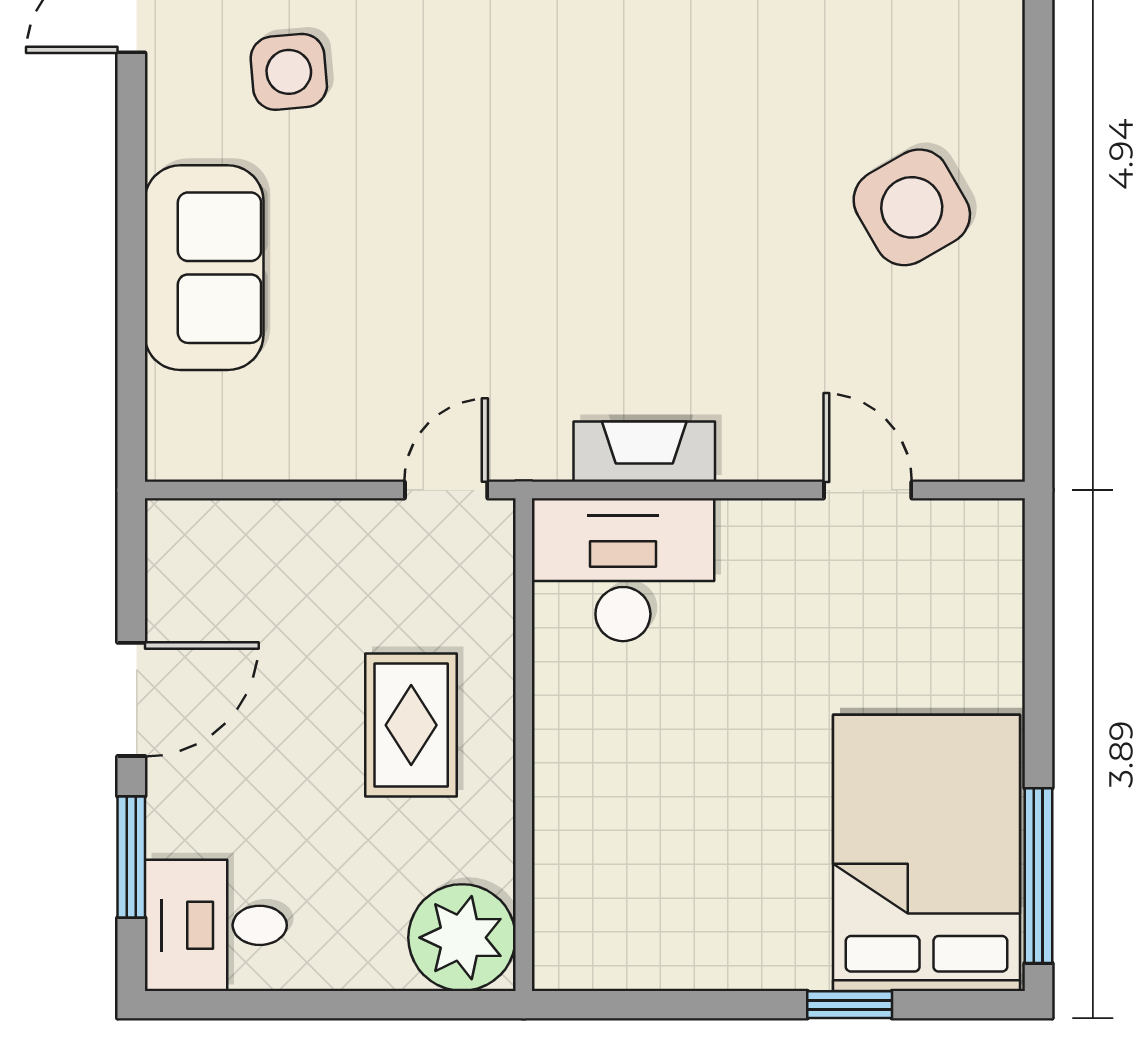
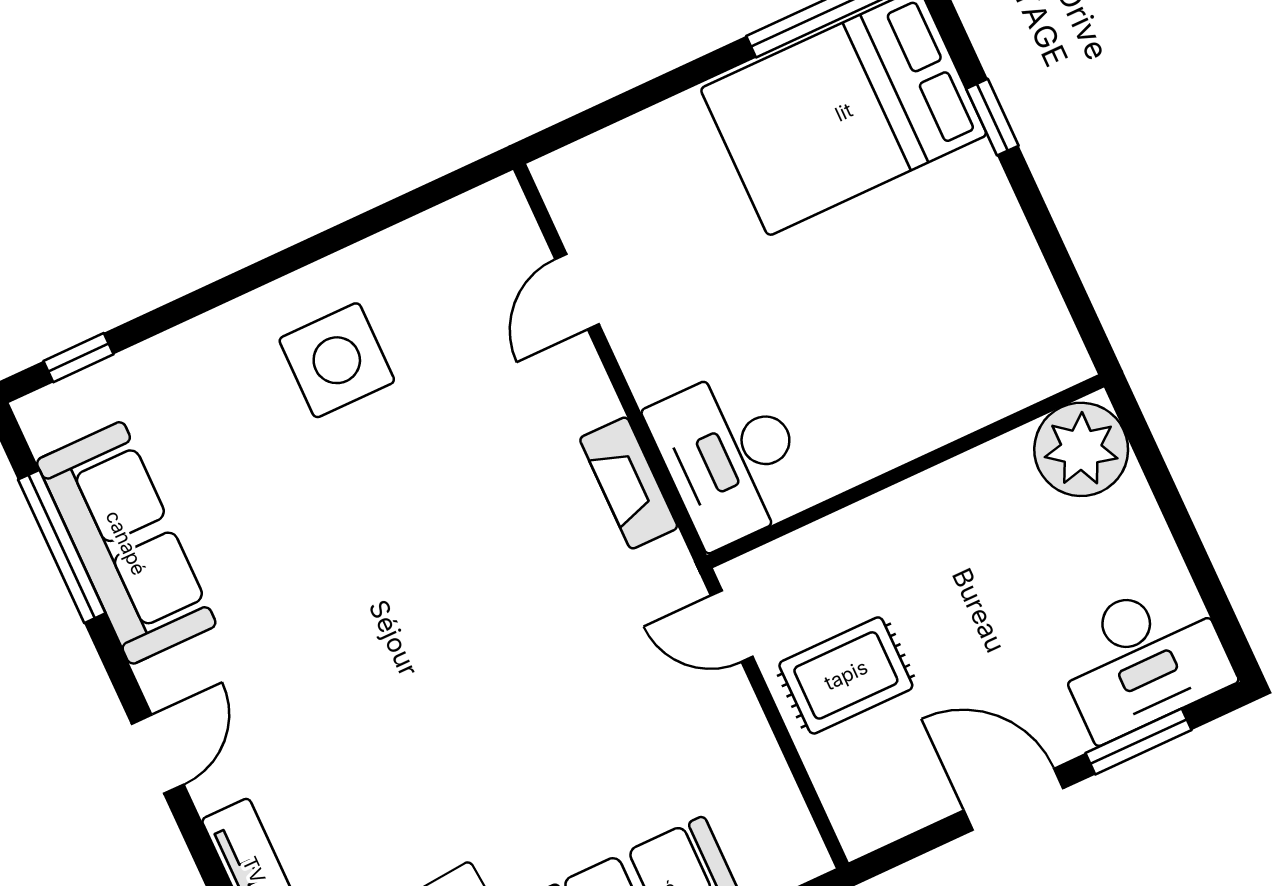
side table: (912, 207) -> (337, 360), turned 30
rug: (411, 725) -> (846, 675), moved
desk: (216, 925) -> (1142, 658), width x1.37

